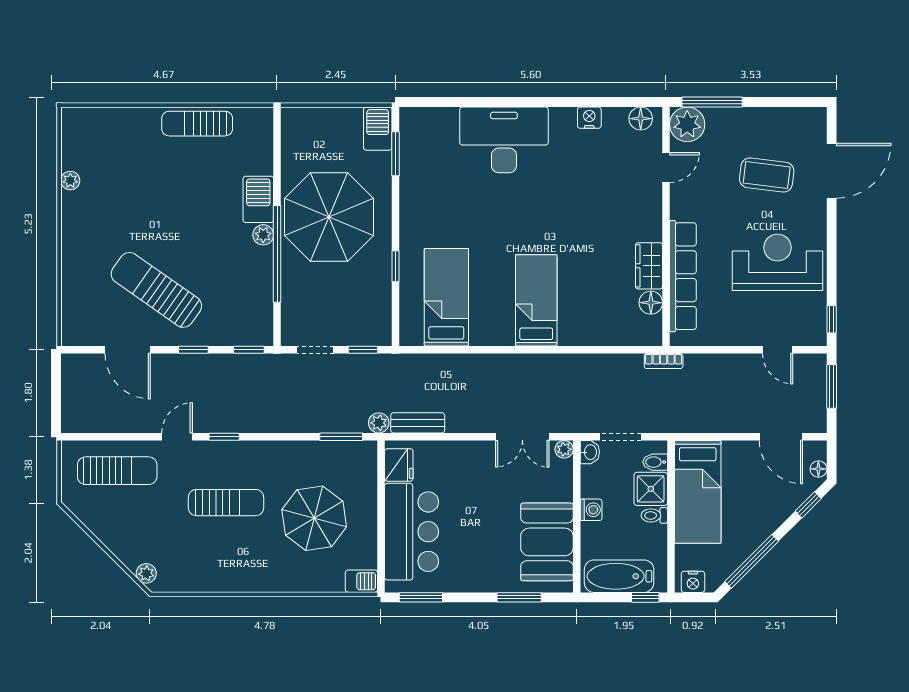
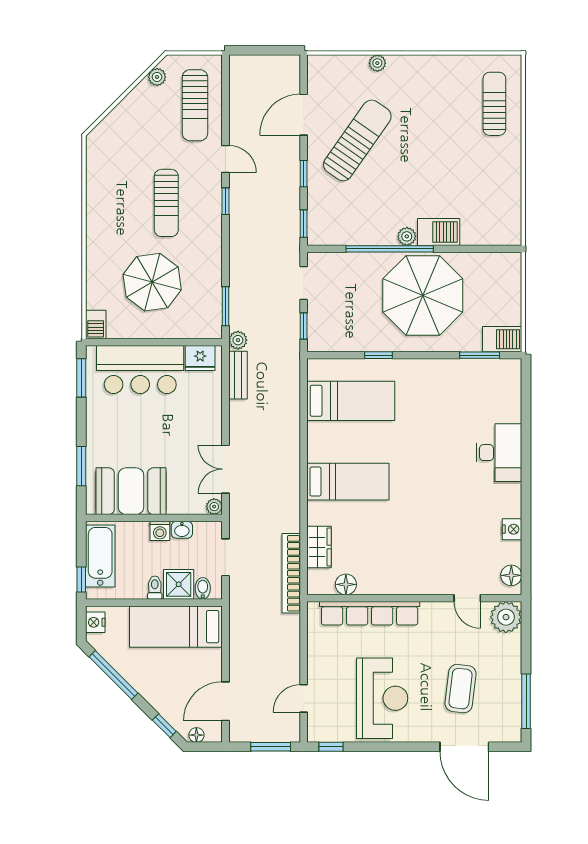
window: (712, 102) -> (526, 701), moved
sun lounger: (197, 124) -> (494, 104), moved
desk: (504, 140) -> (499, 453), width x0.73, depth x0.77
plant: (70, 181) -> (377, 63), moved
wardrobe: (649, 266) -> (319, 547), moved, turned 90
bookcase: (664, 361) -> (291, 573), width x2.31, depth x1.31
washbasin: (590, 452) -> (182, 530), moved
plant: (146, 573) -> (157, 77), moved

